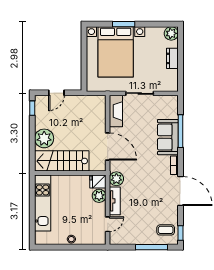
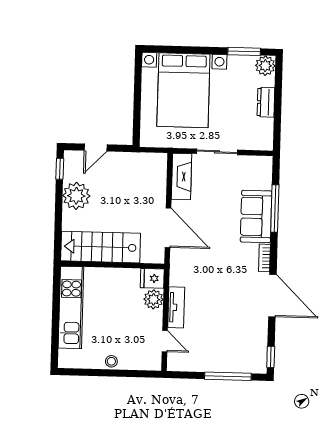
window: (124, 24) -> (244, 51), moved
plant: (44, 138) -> (76, 196), moved
plant: (116, 179) -> (180, 275), removed
door: (108, 224) -> (165, 341), hinge flipped
coffee table: (166, 230) -> (249, 352), removed

